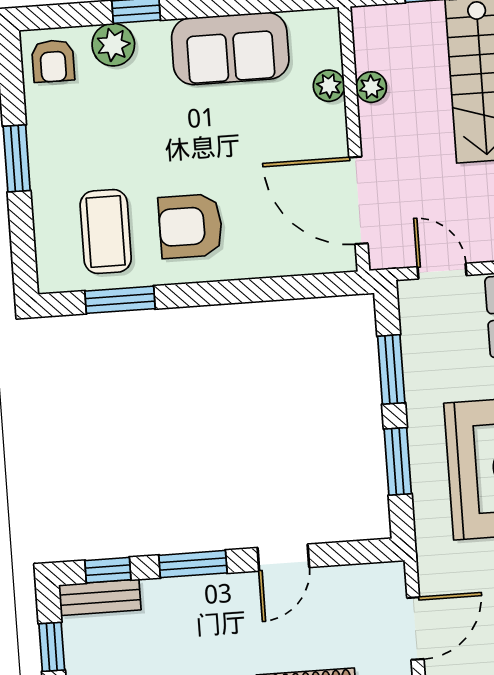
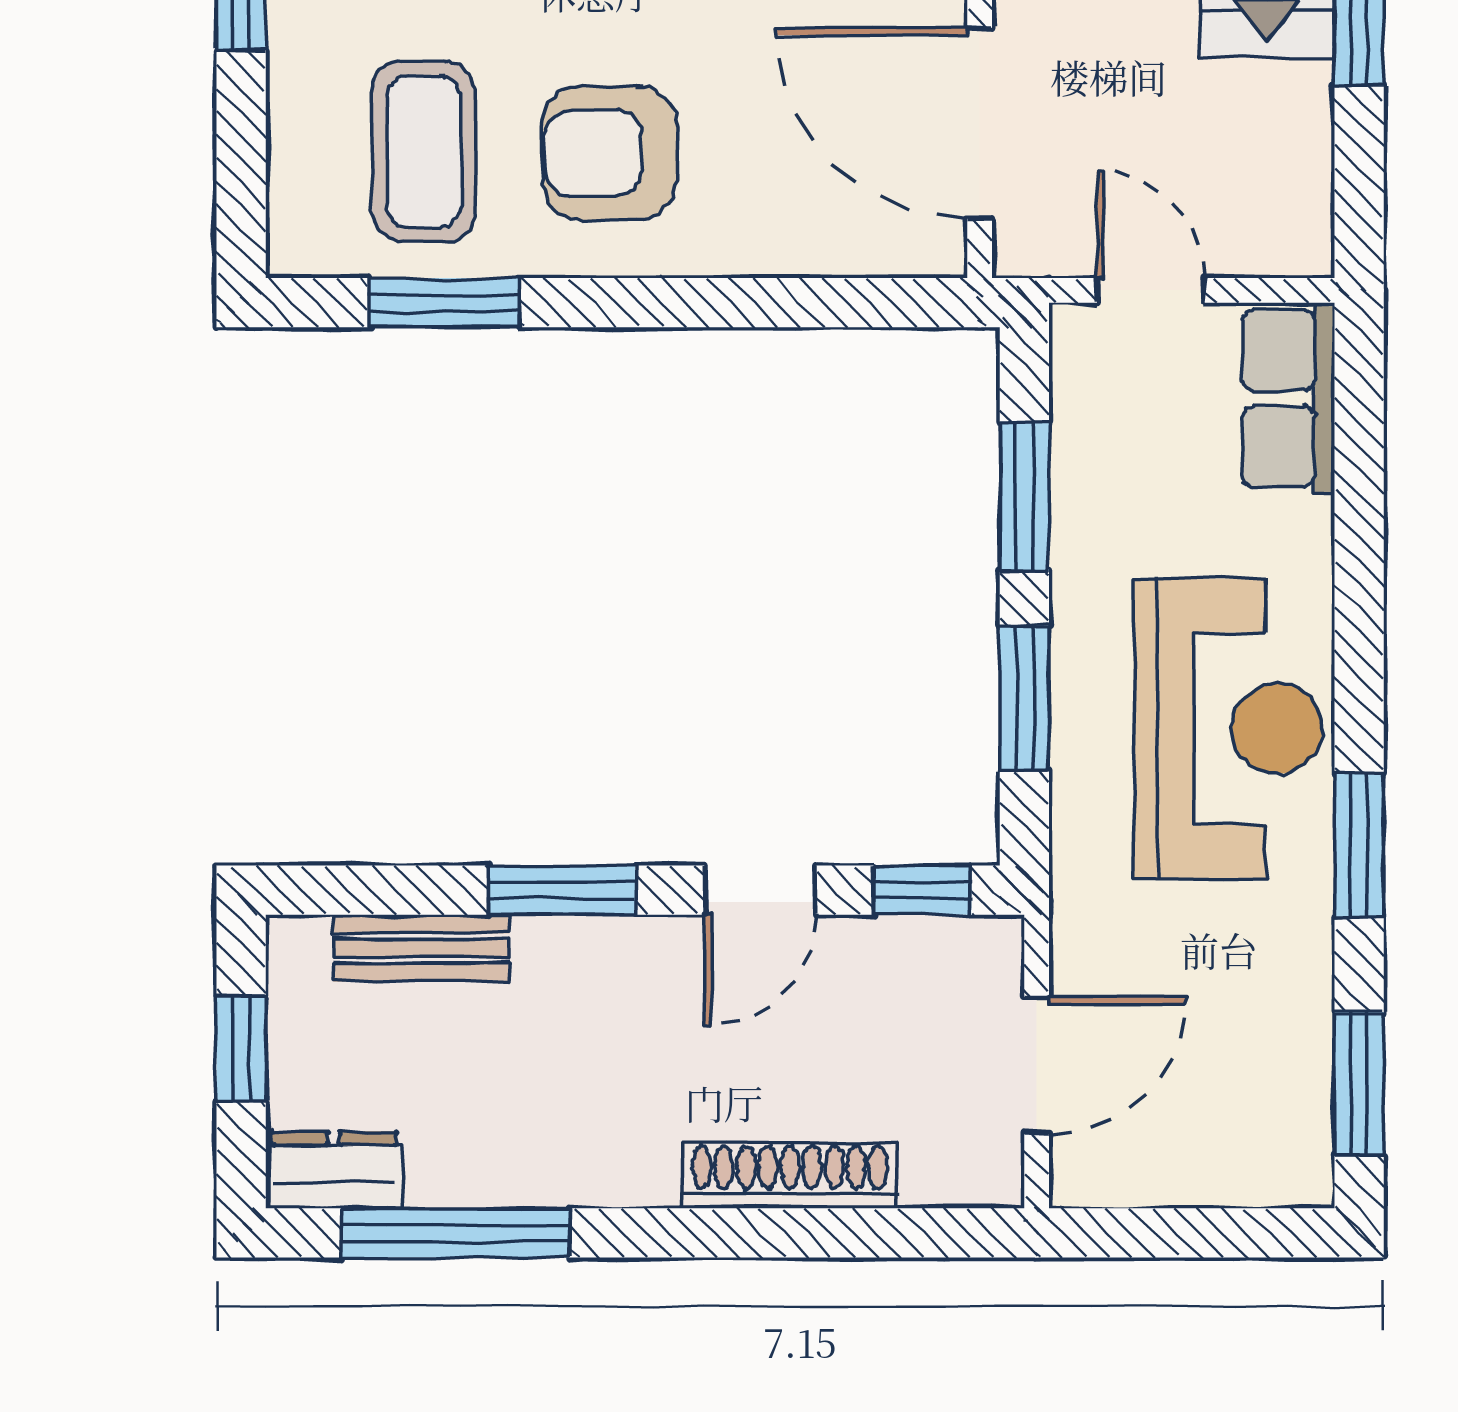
window: (108, 570) -> (922, 890), moved
bench: (100, 597) -> (421, 948), moved

